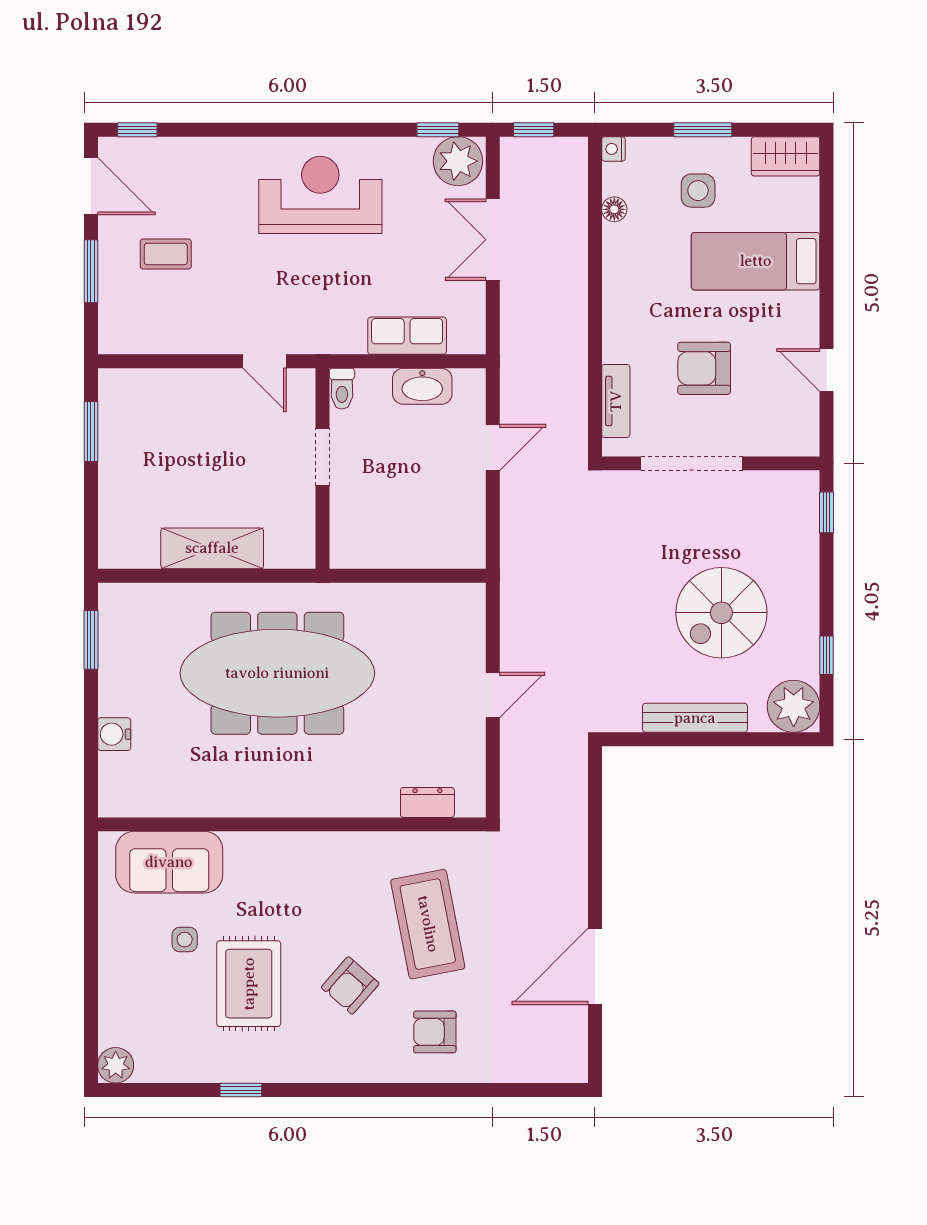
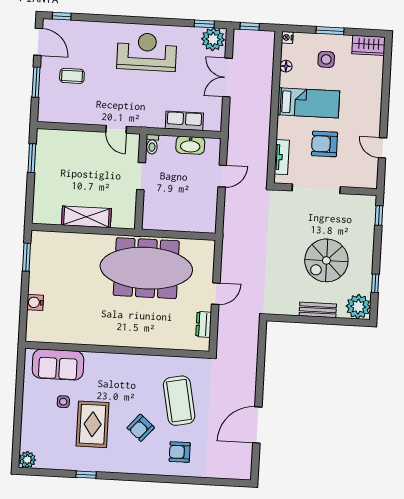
bed: (756, 261) -> (309, 103), moved, turned 180
meeting table: (277, 673) -> (146, 268), moved
bench: (695, 718) -> (318, 310), width x0.73
dresser: (427, 802) -> (204, 324), moved, turned -90

